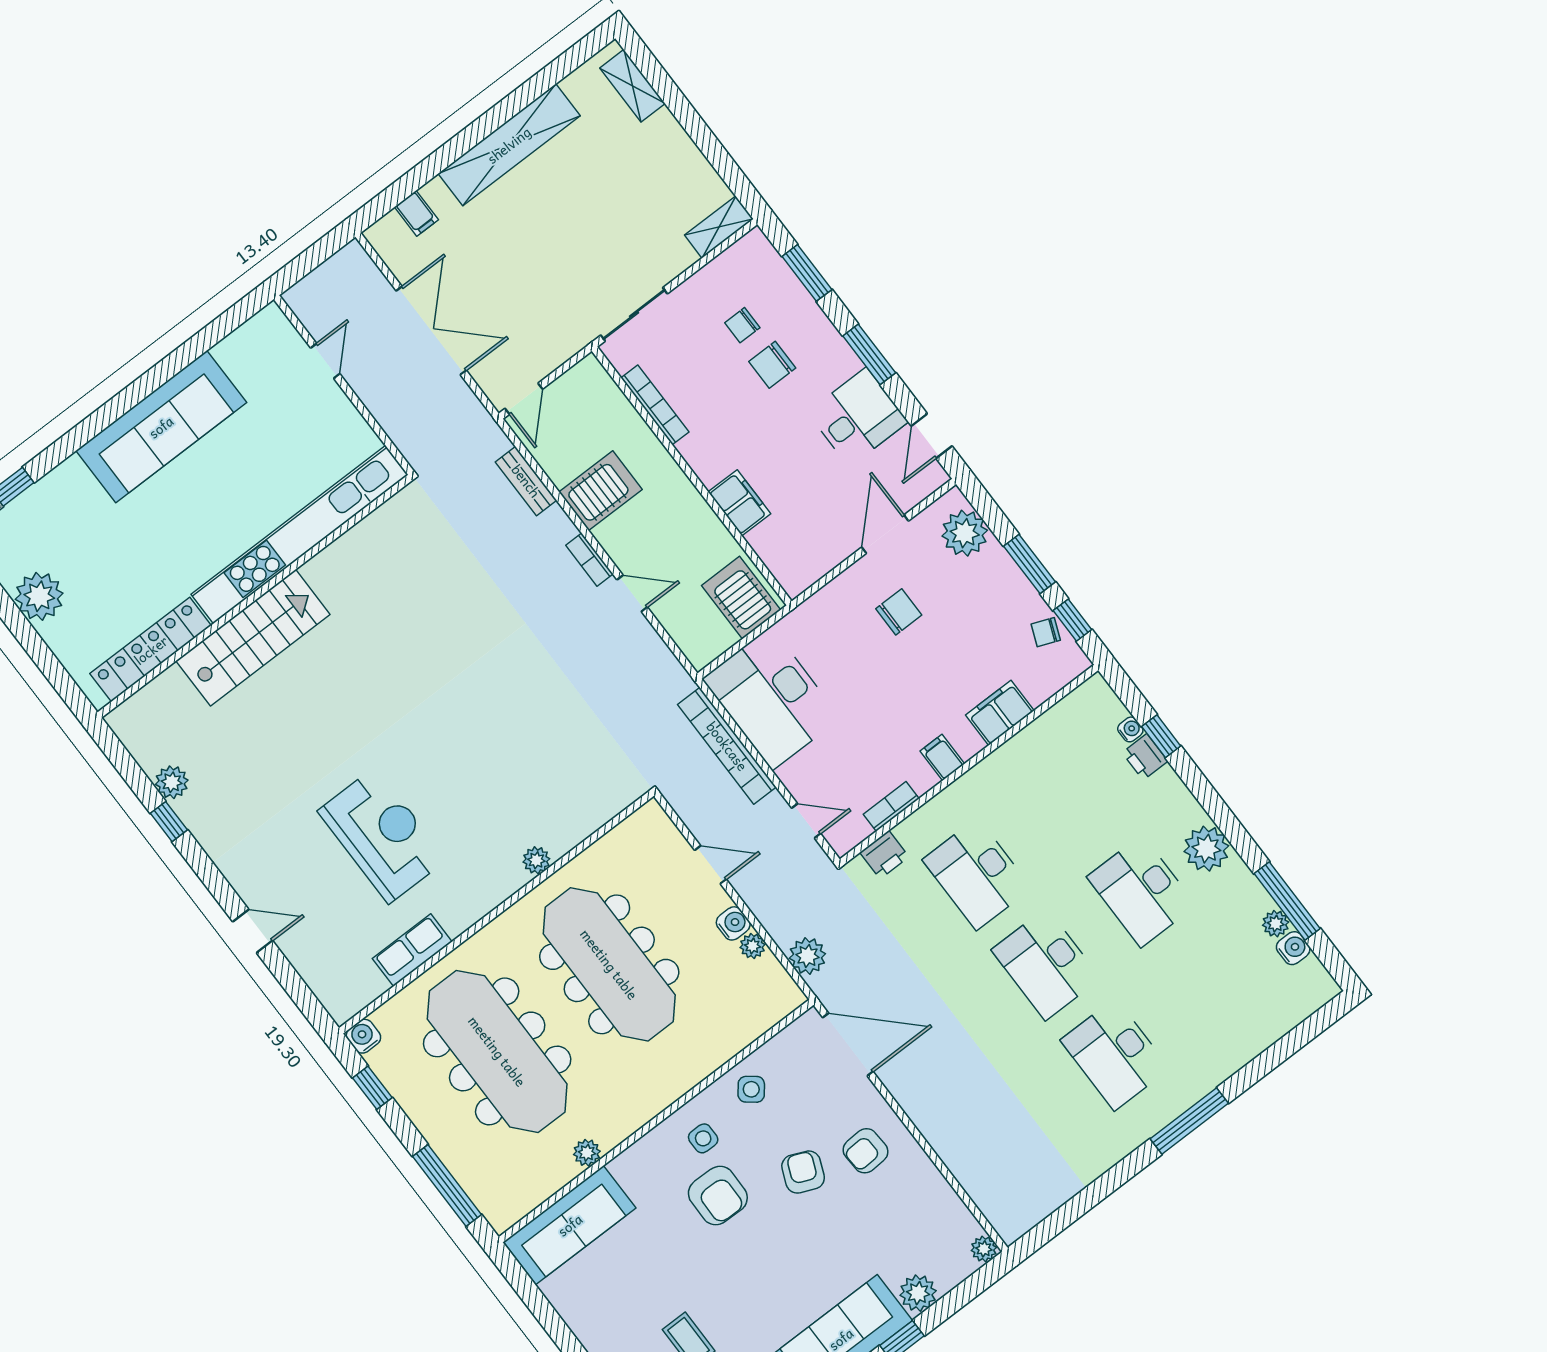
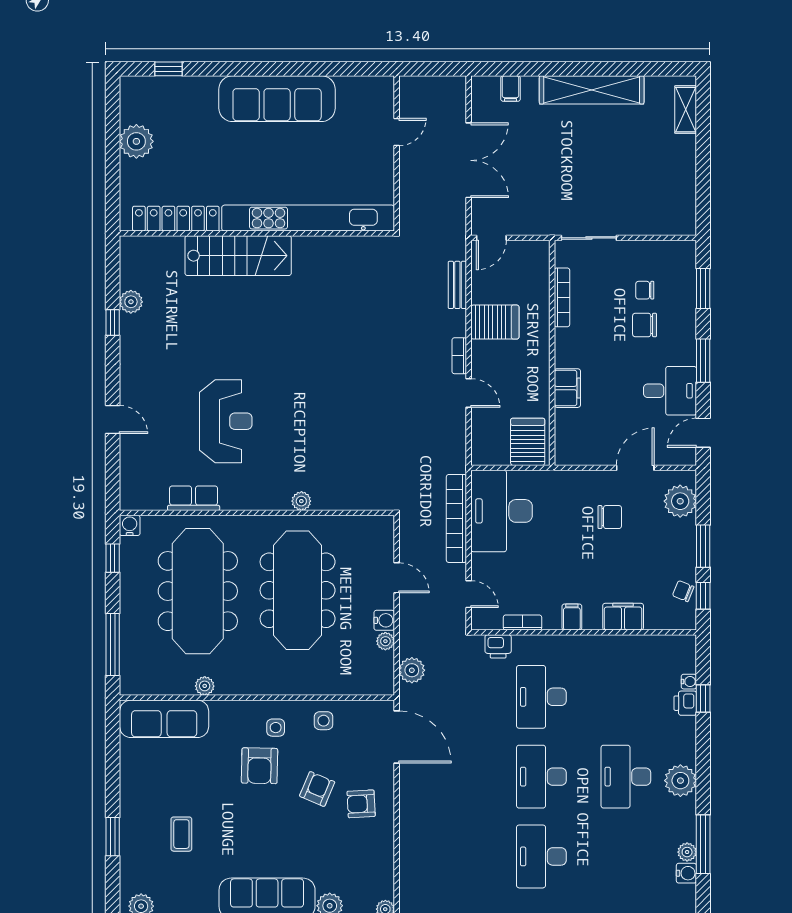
shelving: (719, 227) -> (674, 225), removed
side table: (751, 1089) -> (324, 721), turned -38

